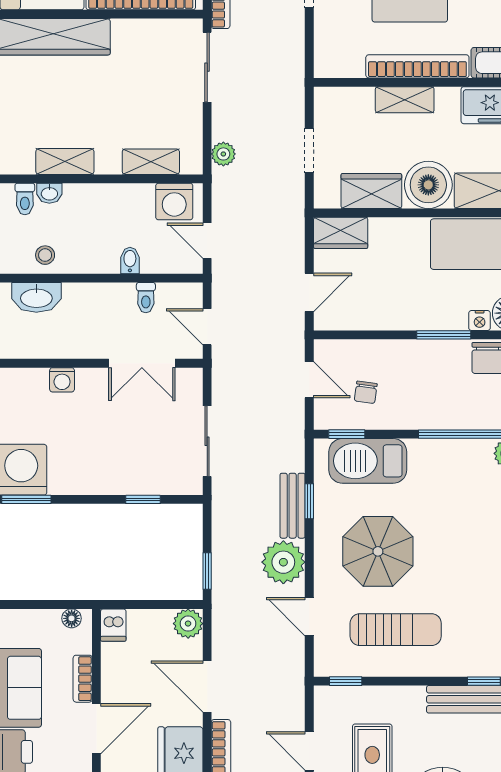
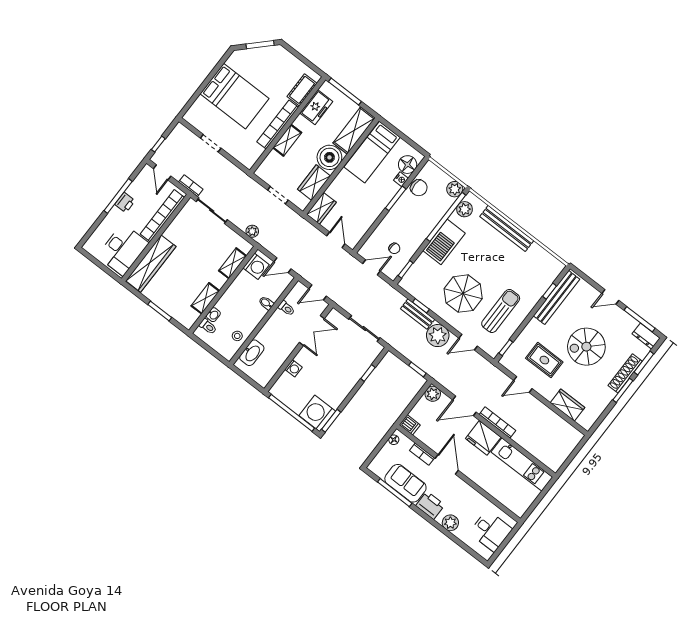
barbecue: (368, 461) -> (444, 242), moved

